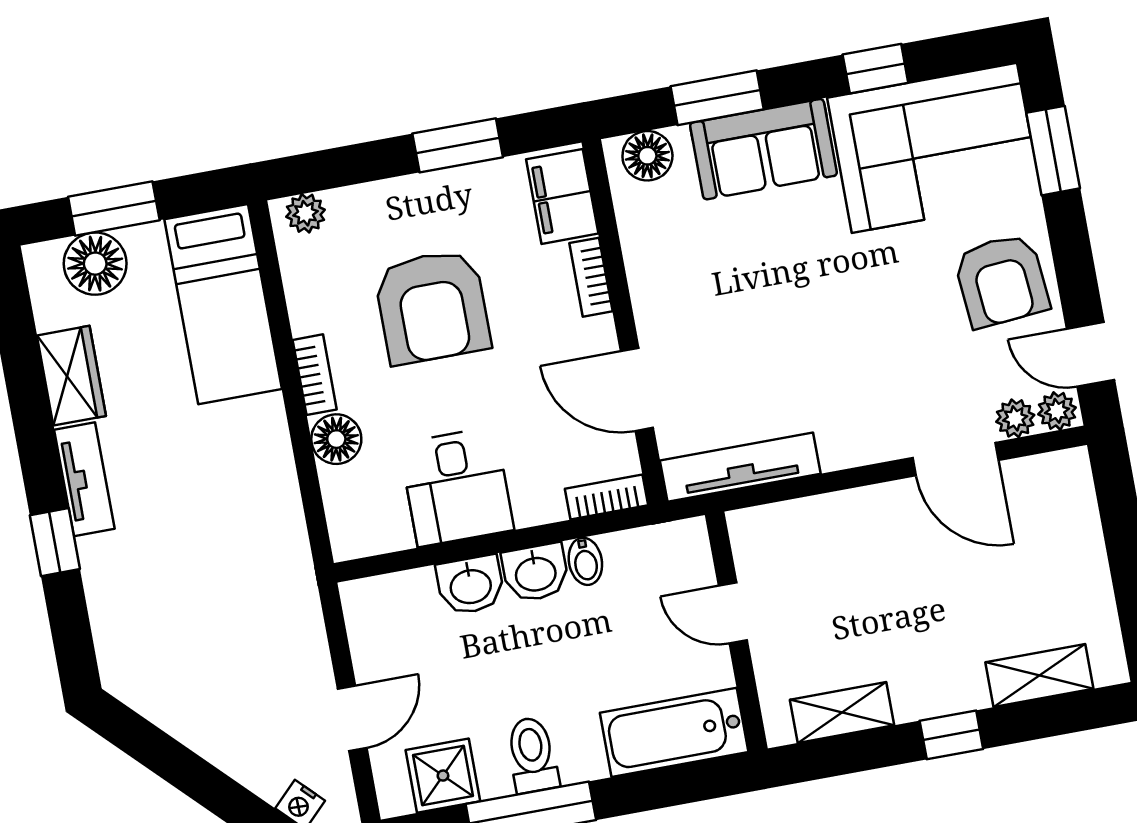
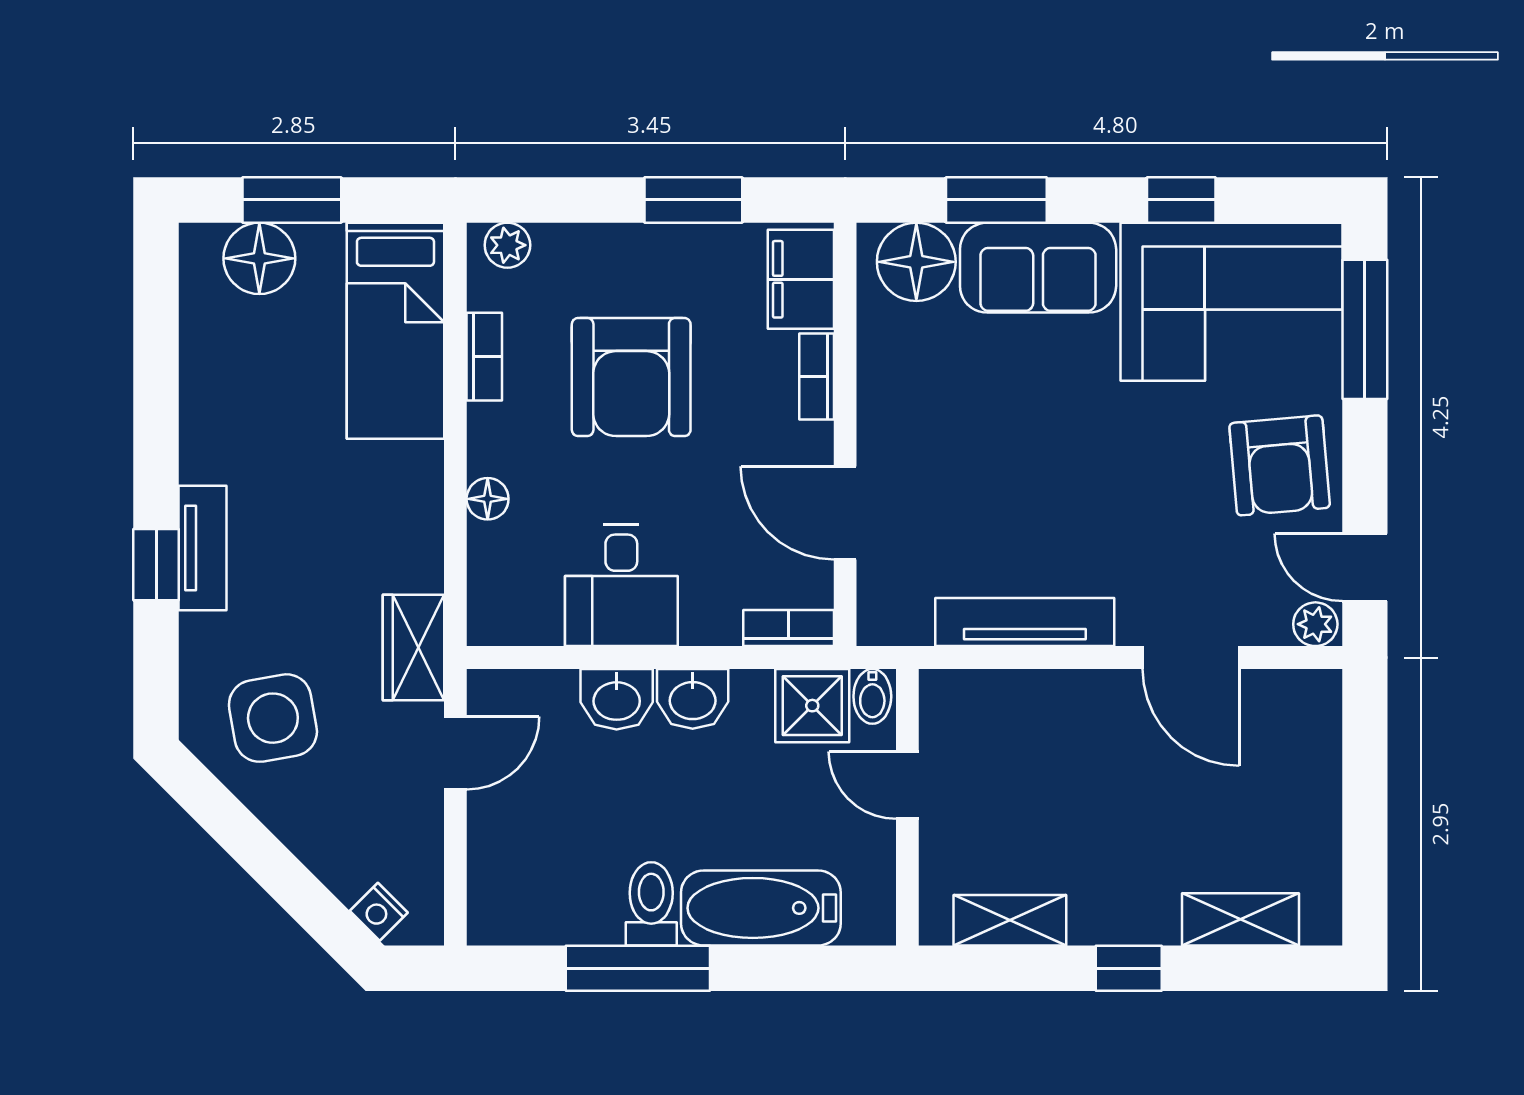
window: (1053, 151) -> (1365, 329), width x1.44
floor lamp: (647, 156) -> (916, 262), width x1.38, depth x1.38
bookcase: (315, 375) -> (484, 357), moved
wardrobe: (71, 376) -> (414, 648), moved, turned 180
plant: (1015, 418) -> (1267, 624), removed
floor lamp: (336, 439) -> (488, 499), width x0.73, depth x0.73
tv unit: (740, 467) -> (1025, 622), moved
tv unit: (84, 479) -> (202, 548), moved
bidet: (585, 561) -> (872, 696), moved
side table: (179, 655) -> (273, 718), added
door: (352, 718) -> (455, 753), moved
bathtub: (674, 732) -> (761, 908), moved
shower: (443, 776) -> (812, 706), moved

